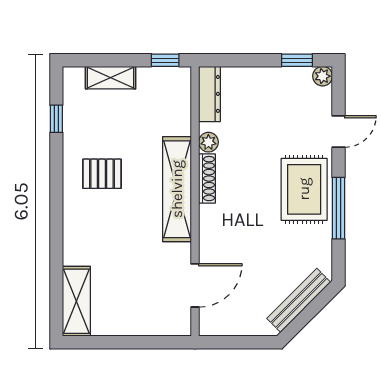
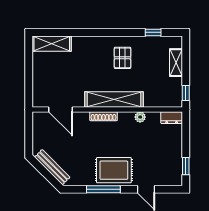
plant: (323, 76) -> (177, 180), removed
dresser: (209, 94) -> (172, 118), width x0.70
shoe rack: (207, 179) -> (104, 116), moved

